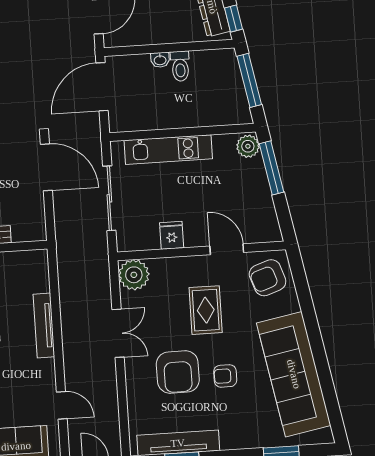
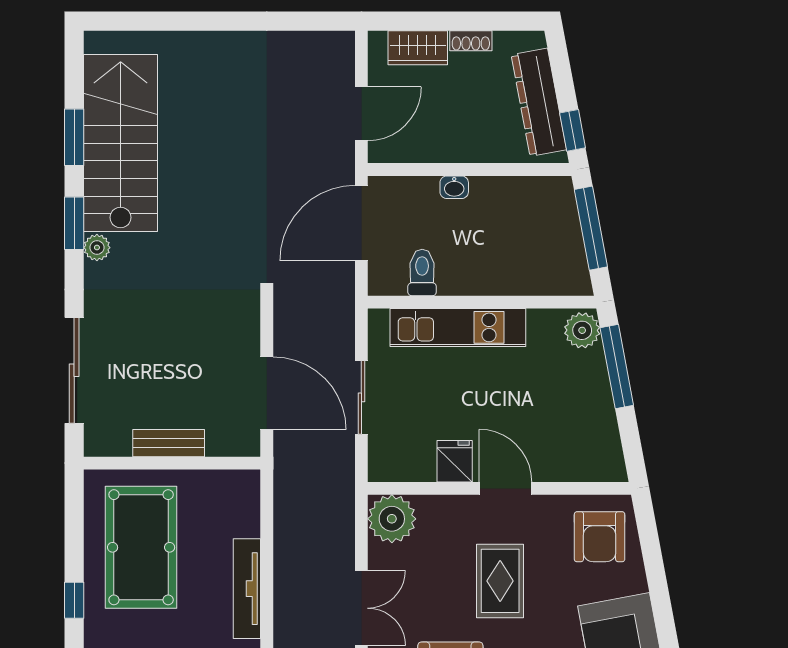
toilet: (180, 66) -> (422, 273), moved, turned 180
door: (46, 167) -> (267, 393), moved
sliding door: (109, 198) -> (361, 397), width x0.73
door: (227, 249) -> (506, 488), moved
armchair: (268, 278) -> (600, 537), turned -71

